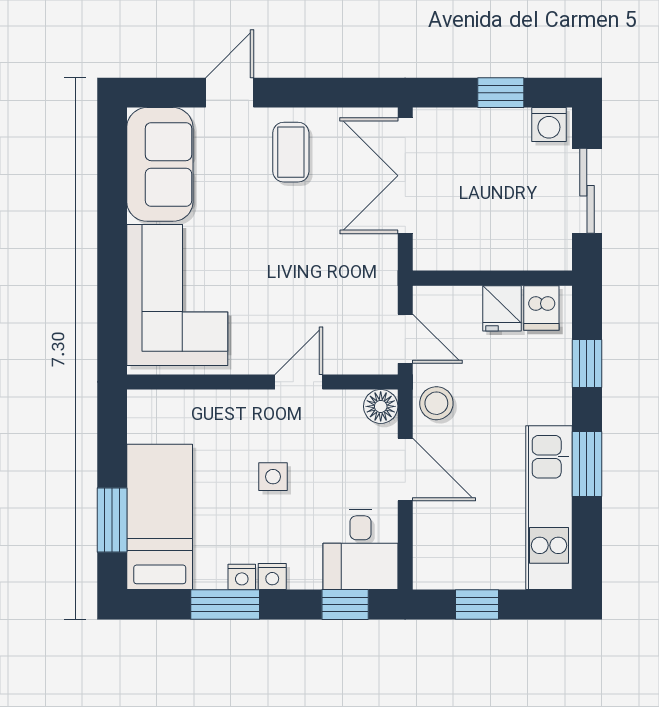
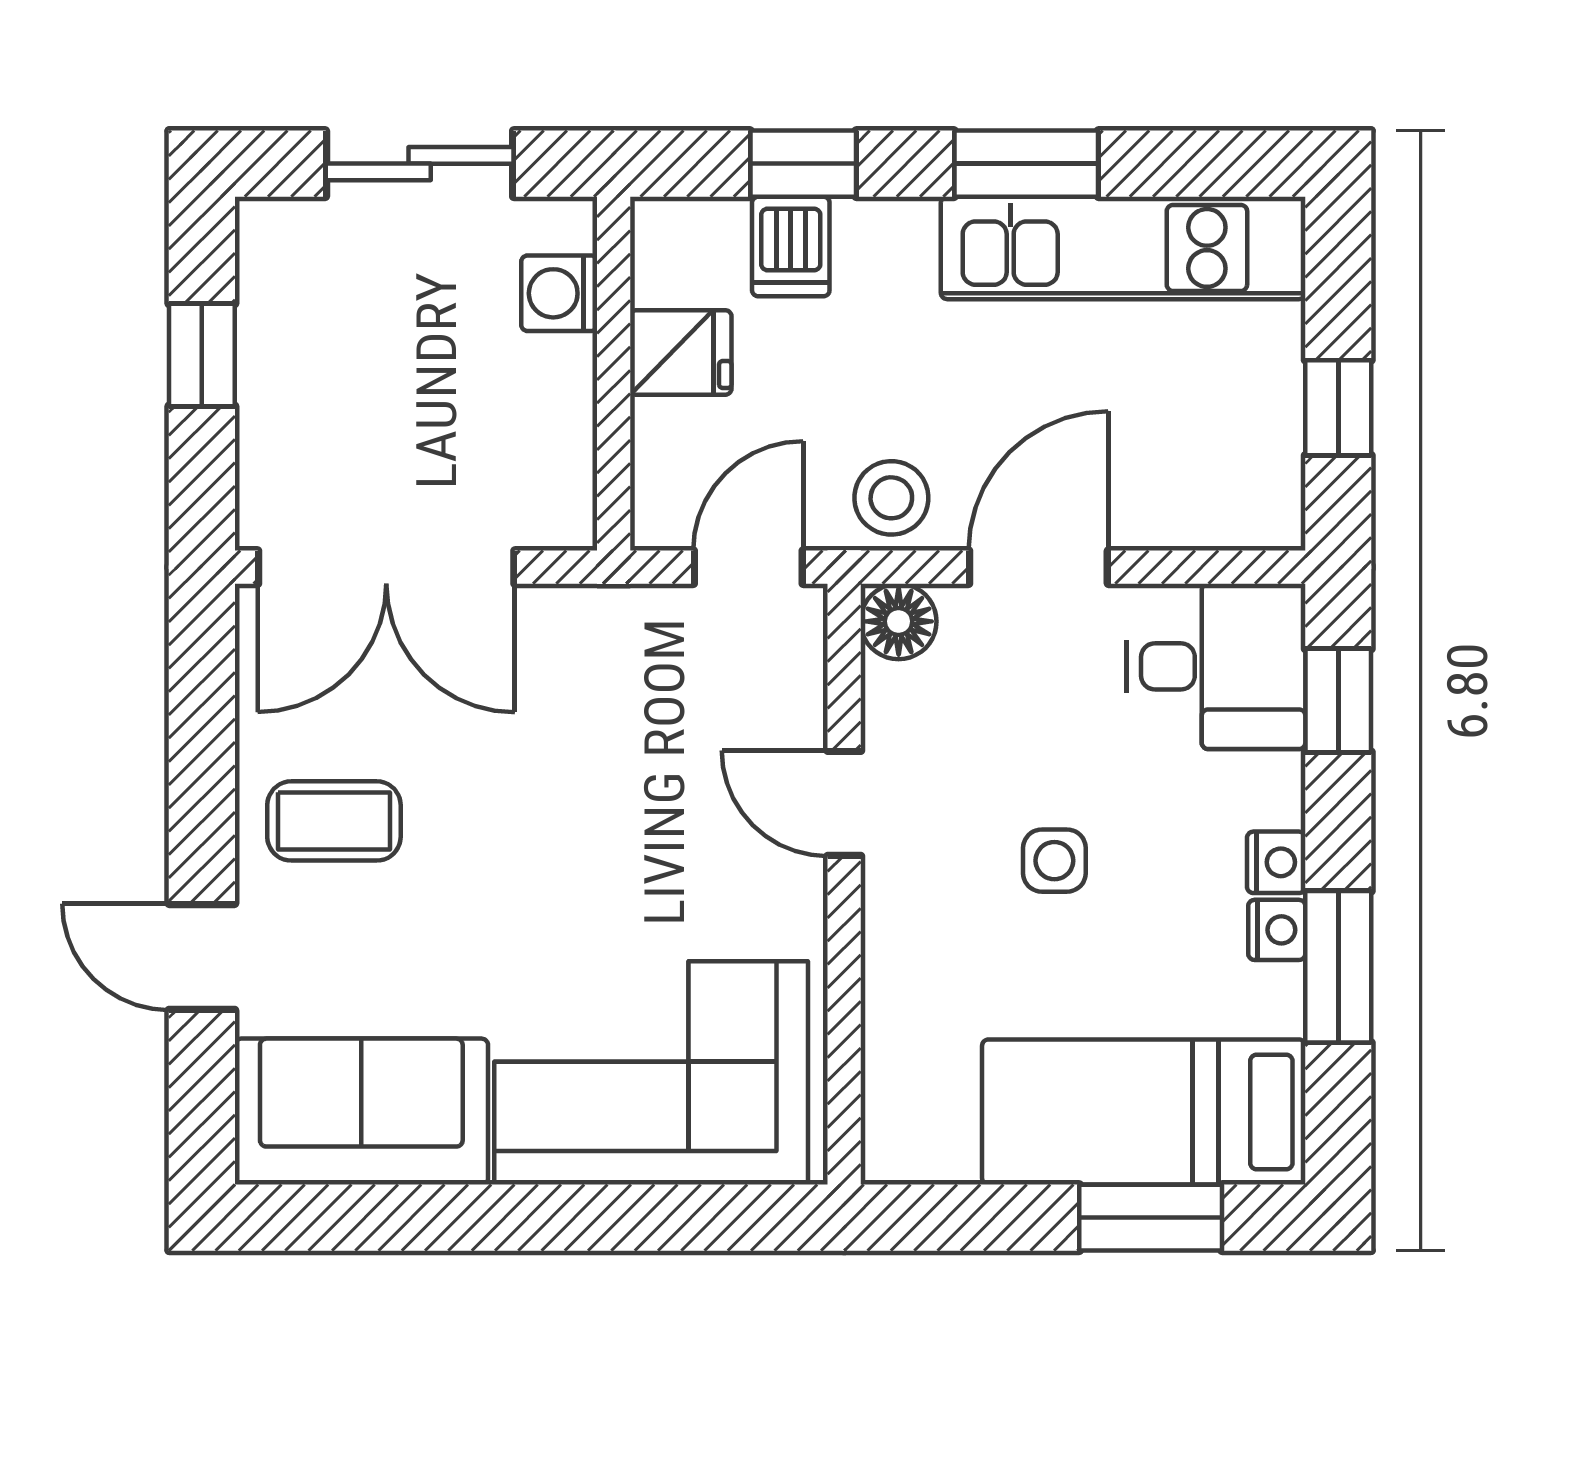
washing machine: (549, 125) -> (559, 293), moved, turned 180
dishwasher: (541, 308) -> (791, 246), moved, turned 90

